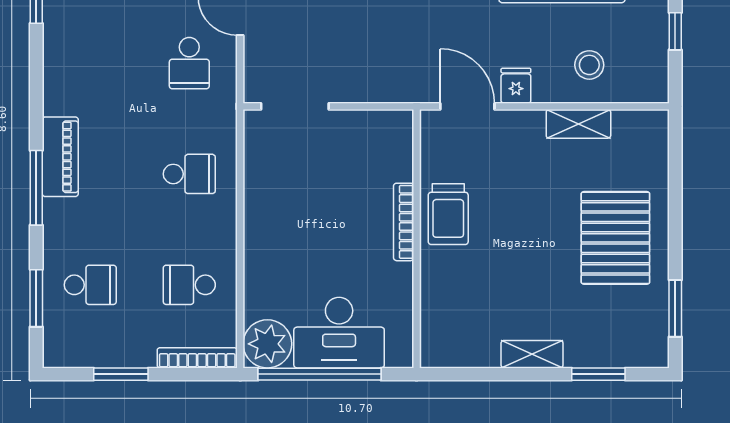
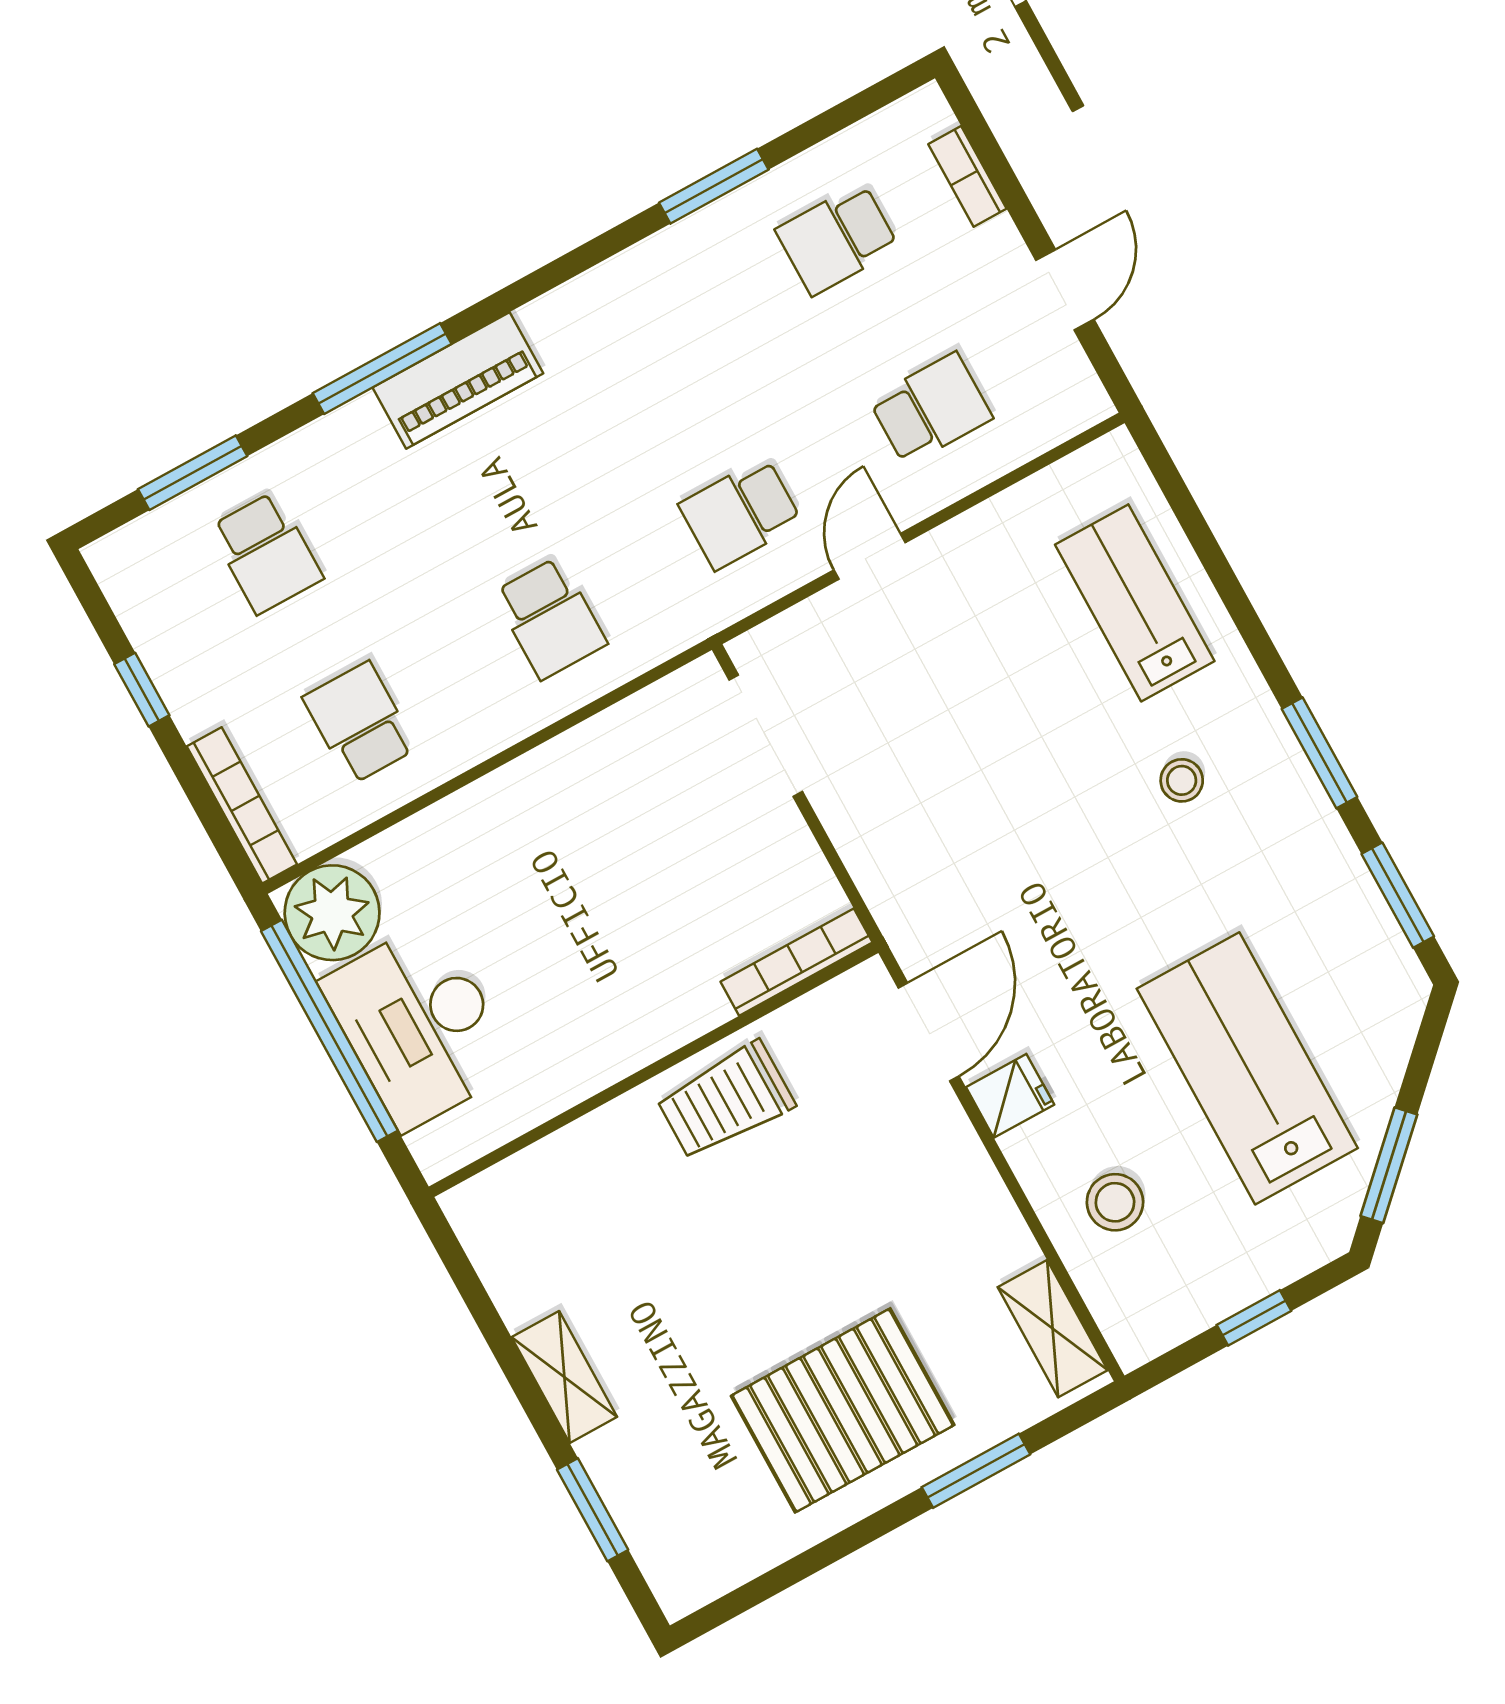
shelving: (578, 124) -> (1053, 1329), moved
bookcase: (404, 222) -> (797, 962), moved
window: (675, 308) -> (976, 1471), moved
window: (121, 374) -> (142, 690), width x0.67

